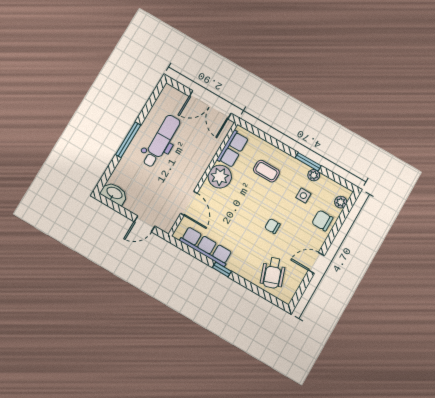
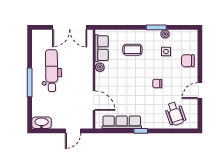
plant: (220, 177) -> (100, 67), width x0.53, depth x0.53
plant: (341, 202) -> (193, 41), removed

